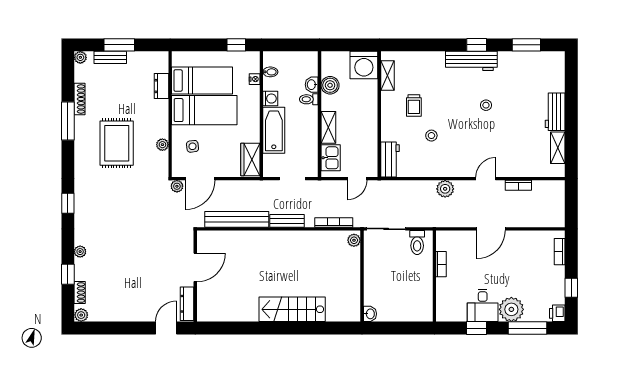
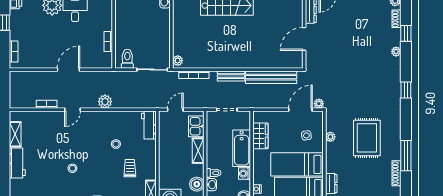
wardrobe: (250, 159) -> (260, 136), moved

